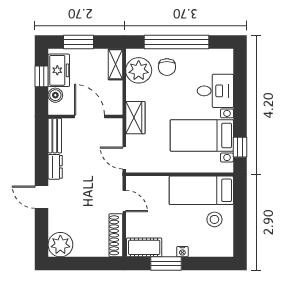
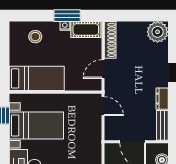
wardrobe: (135, 118) -> (93, 141), removed
door: (124, 201) -> (103, 69), hinge flipped
stool: (214, 219) -> (35, 37), moved
nightstand: (182, 252) -> (65, 26), moved

